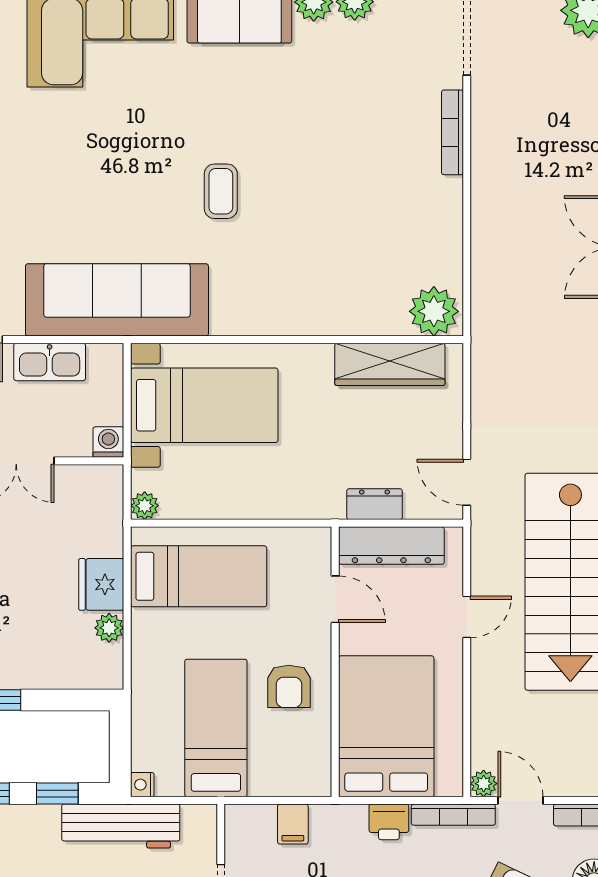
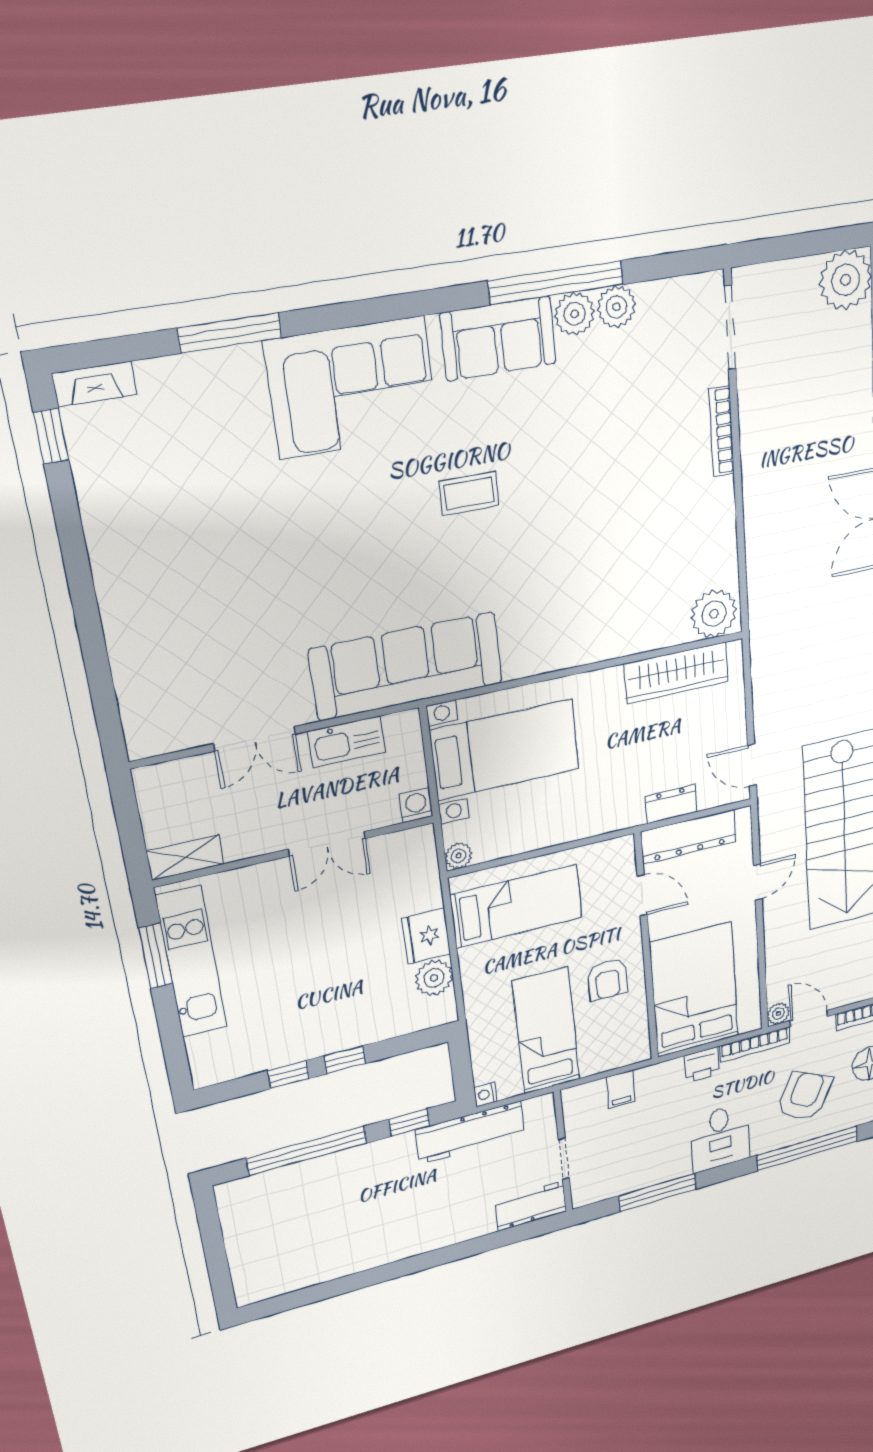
coffee table: (221, 191) -> (469, 494), moved, turned 90
plant: (109, 628) -> (434, 978), width x1.38, depth x1.38

